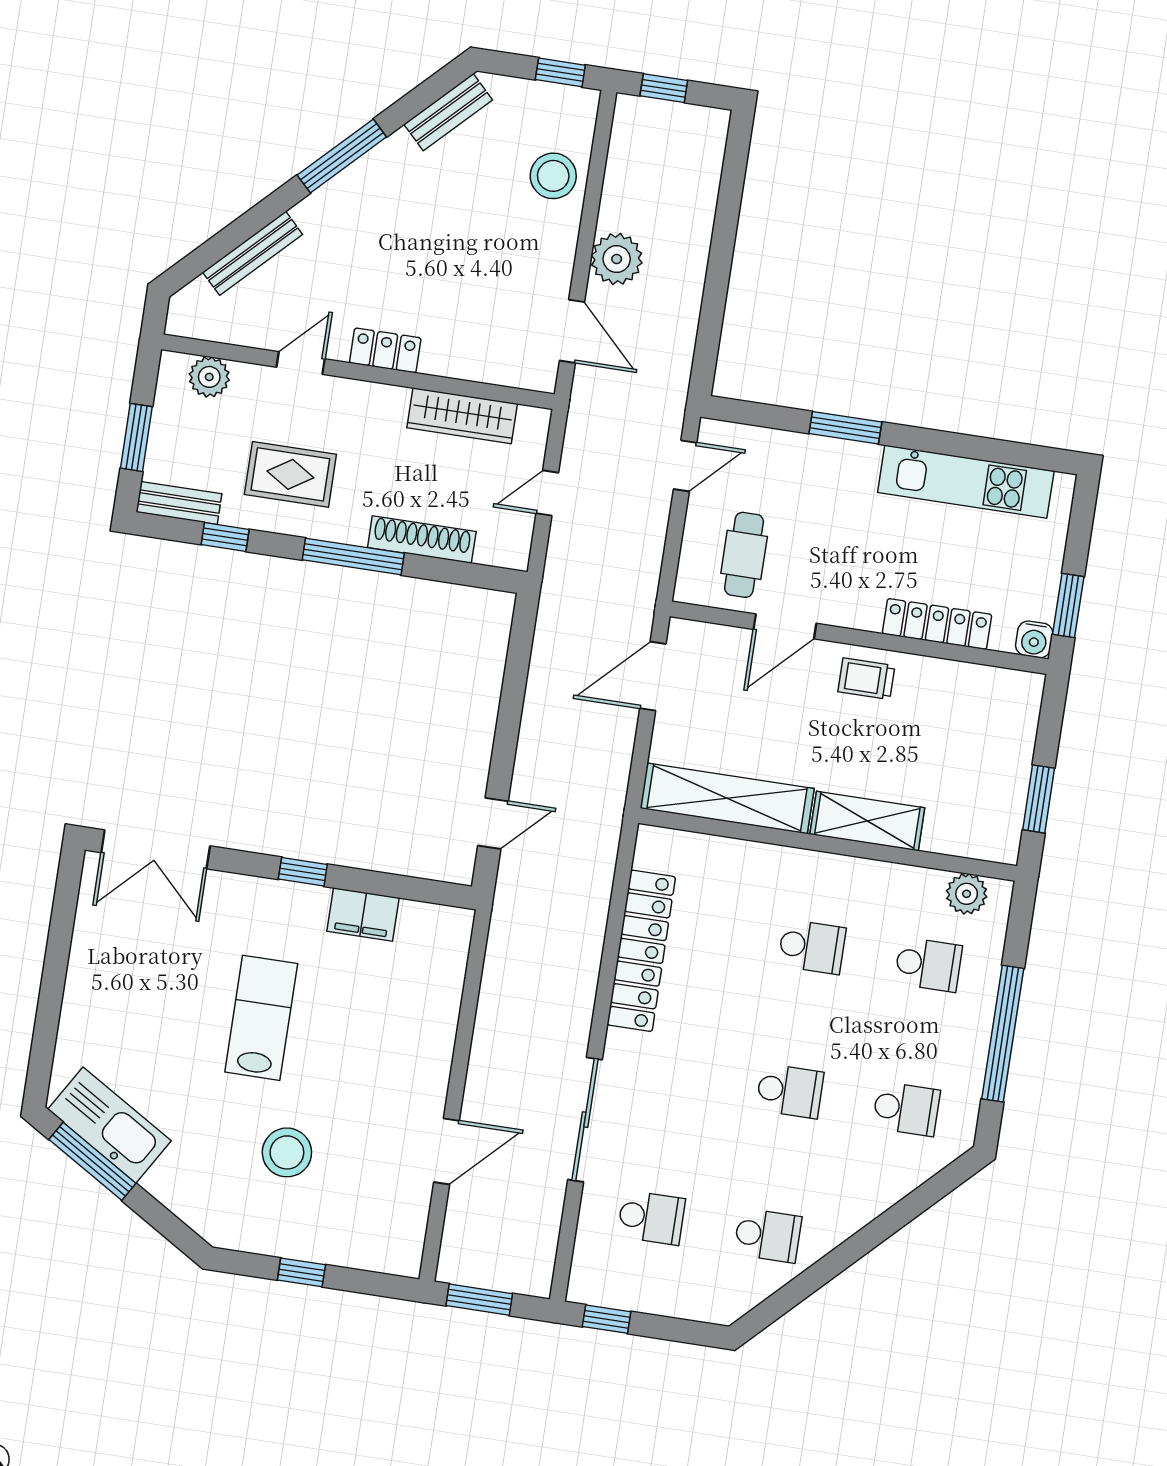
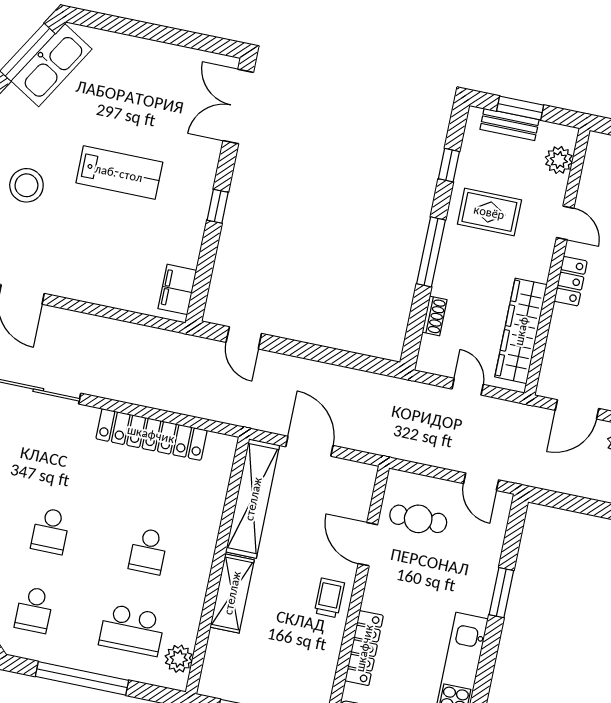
wardrobe: (462, 416) -> (521, 331), width x1.40, depth x1.17
rug: (290, 474) -> (489, 212), turned 90
bench: (179, 503) -> (509, 124), moved, turned 90
shoe rack: (422, 540) -> (435, 316), width x0.51, depth x0.81
door: (653, 676) -> (309, 446), moved
filing cabinet: (363, 914) -> (177, 289), moved
school desk: (928, 965) -> (132, 630), width x1.85

